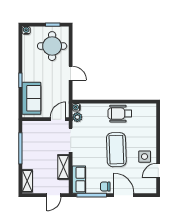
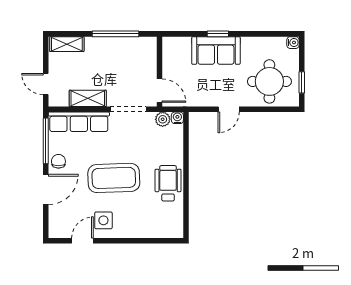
sofa: (31, 98) -> (216, 50), moved
door: (158, 171) -> (82, 241), hinge flipped
row of seats: (79, 180) -> (79, 122), width x1.48

